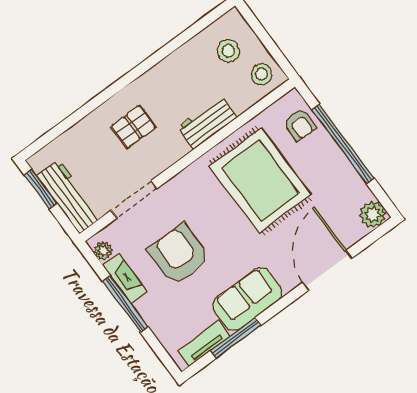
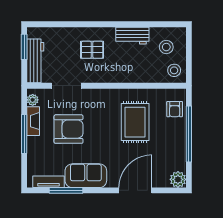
workbench: (207, 122) -> (132, 36), moved, turned 180
rug: (260, 180) -> (135, 122), width x0.73, depth x0.69
armchair: (179, 254) -> (69, 129), turned 90

